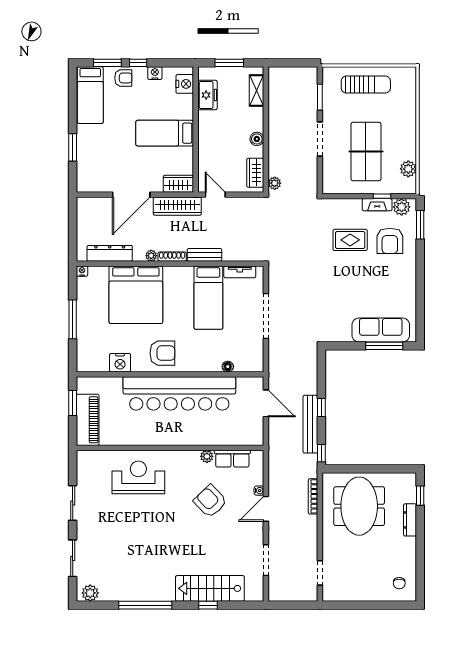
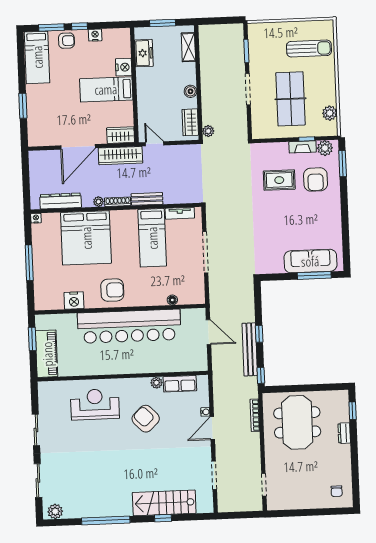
nightstand: (185, 84) -> (124, 67), moved
sun lounger: (366, 85) -> (309, 49), moved
armchair: (210, 501) -> (146, 419), moved
dresser: (410, 520) -> (344, 433), width x0.70

